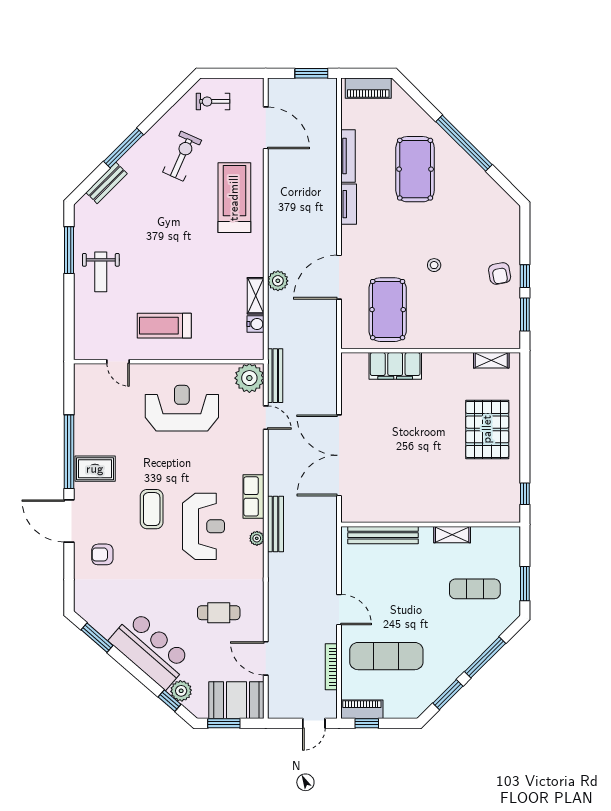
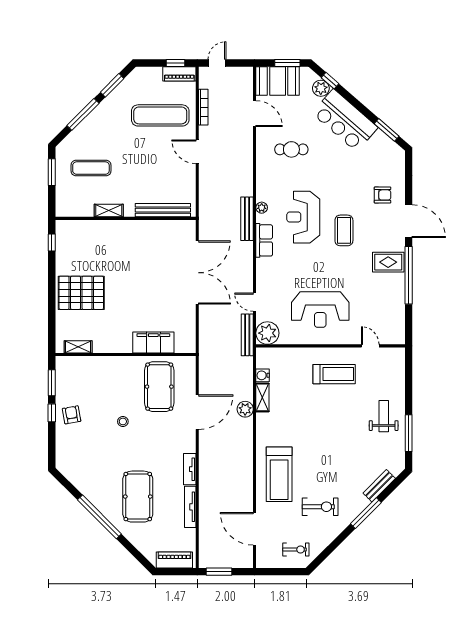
exercise bike: (182, 156) -> (320, 507), turned -114
pallet: (487, 429) -> (81, 293), turned 90

